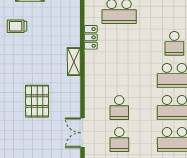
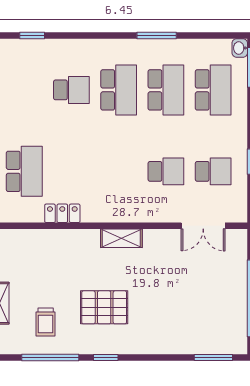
shelving: (74, 62) -> (121, 238), moved
pallet: (37, 101) -> (104, 307), moved

